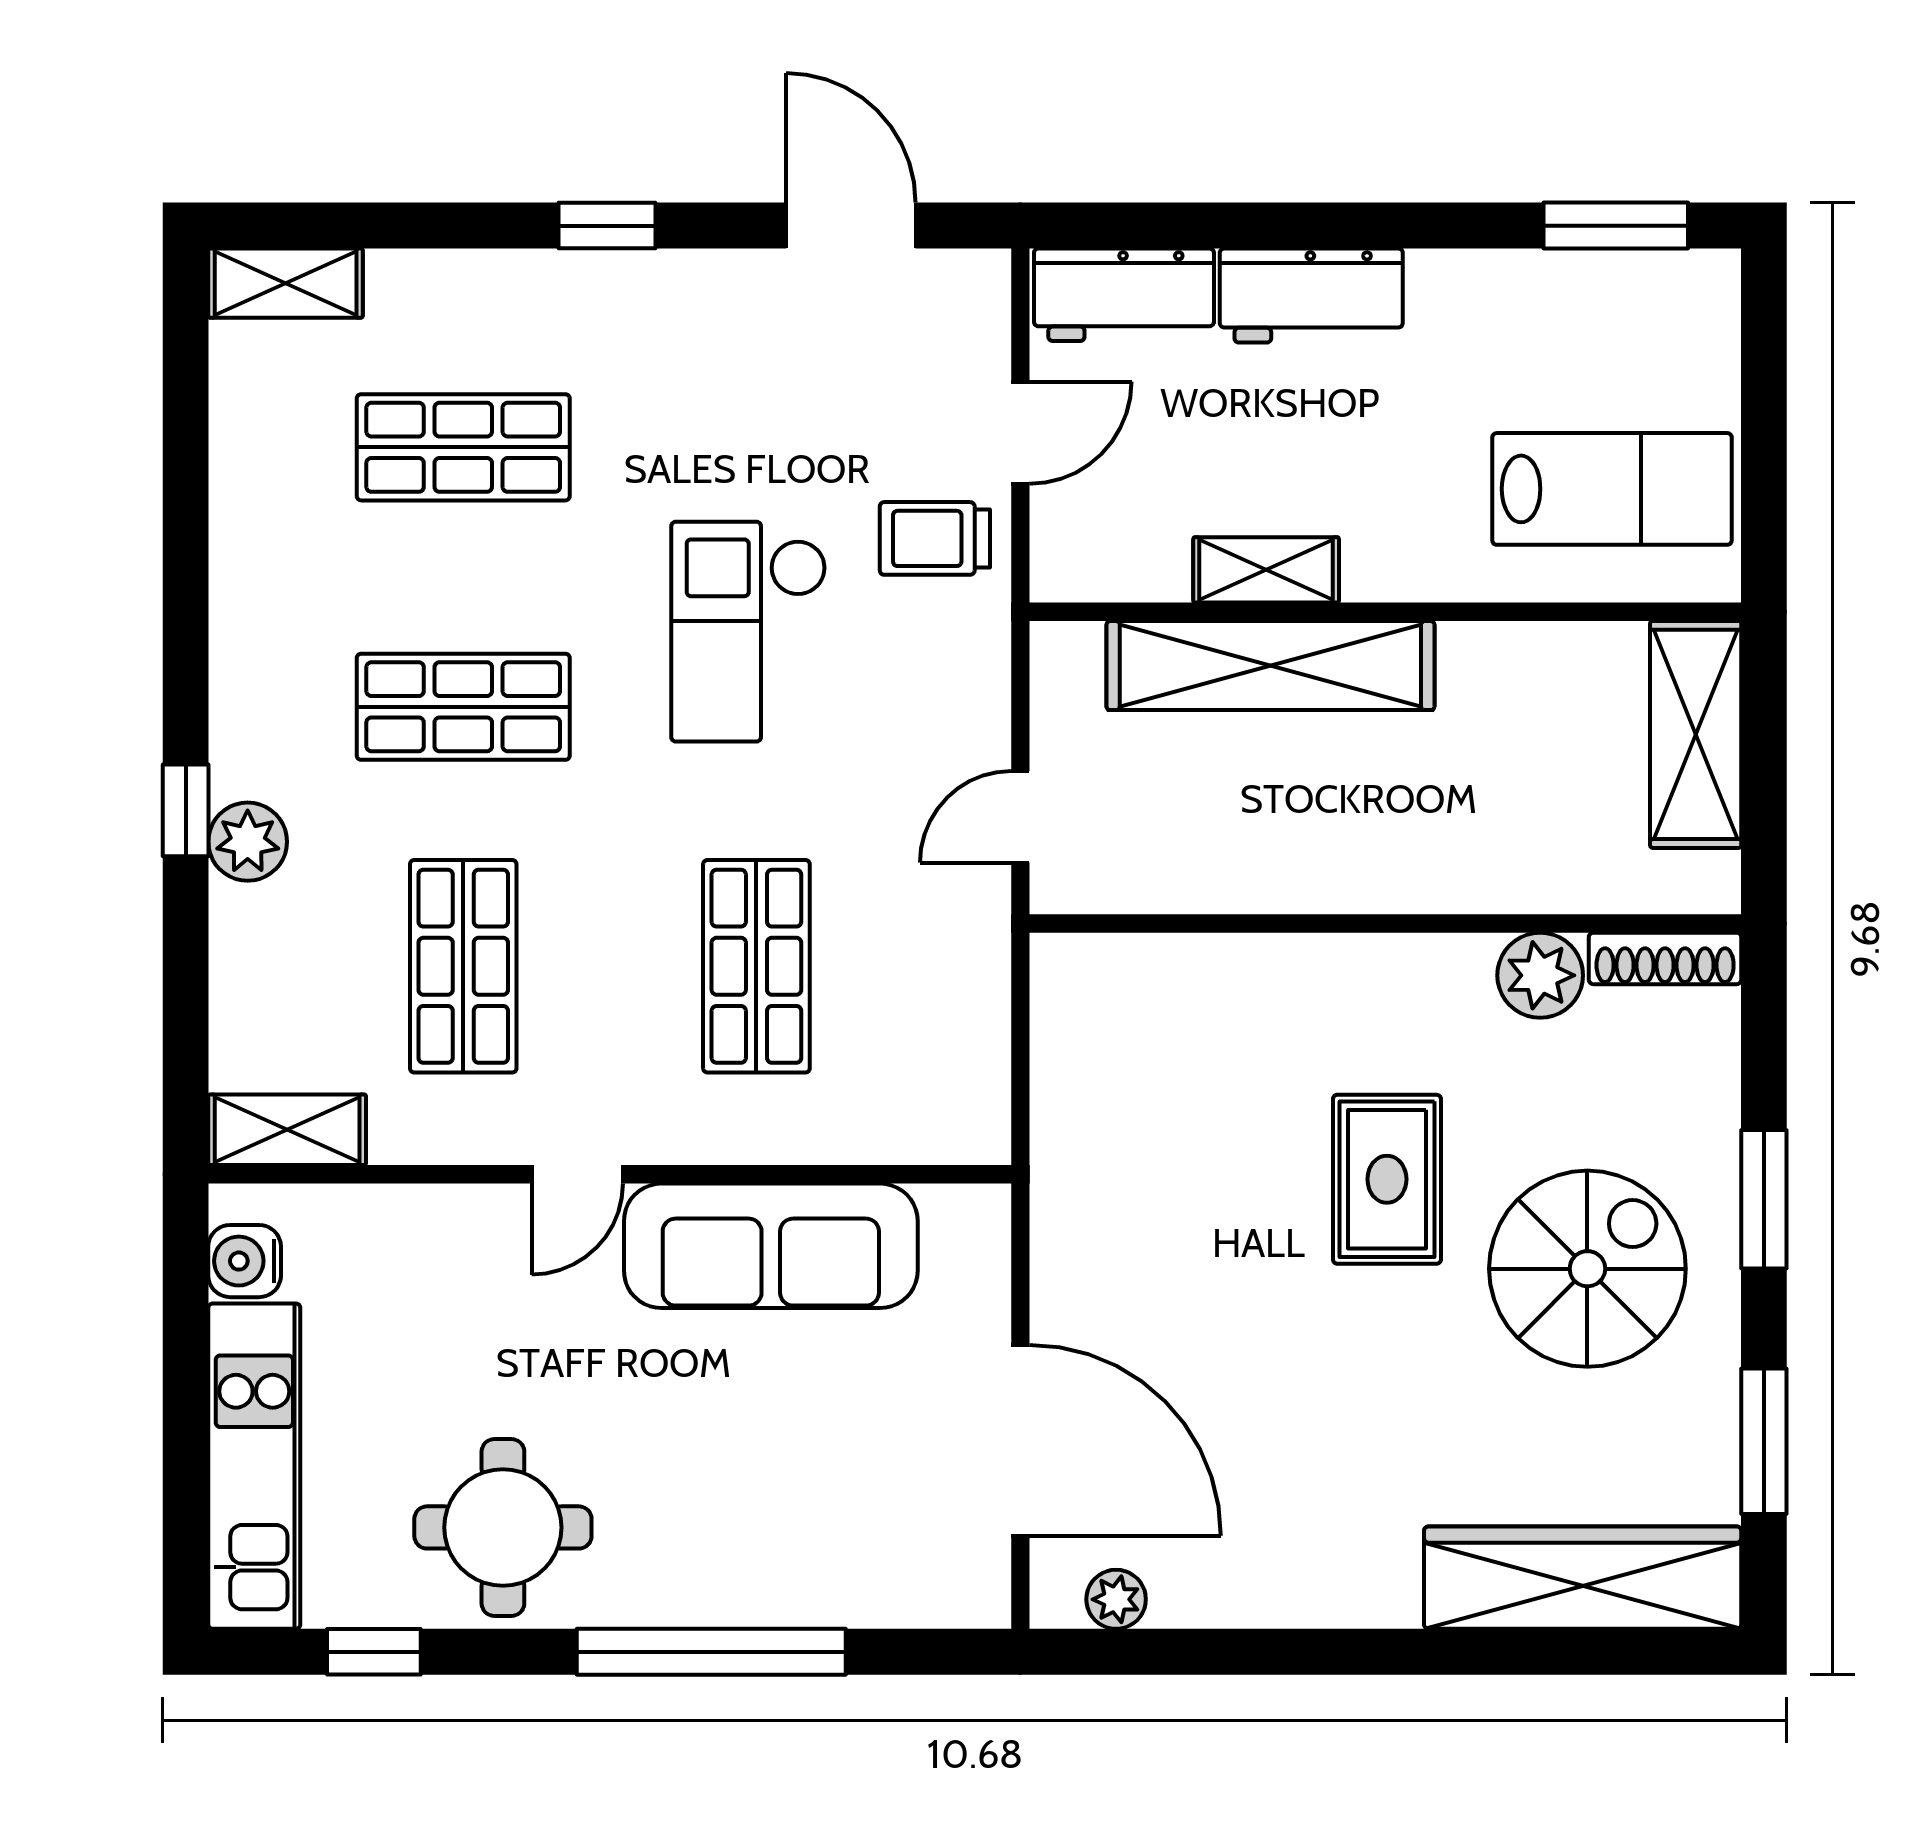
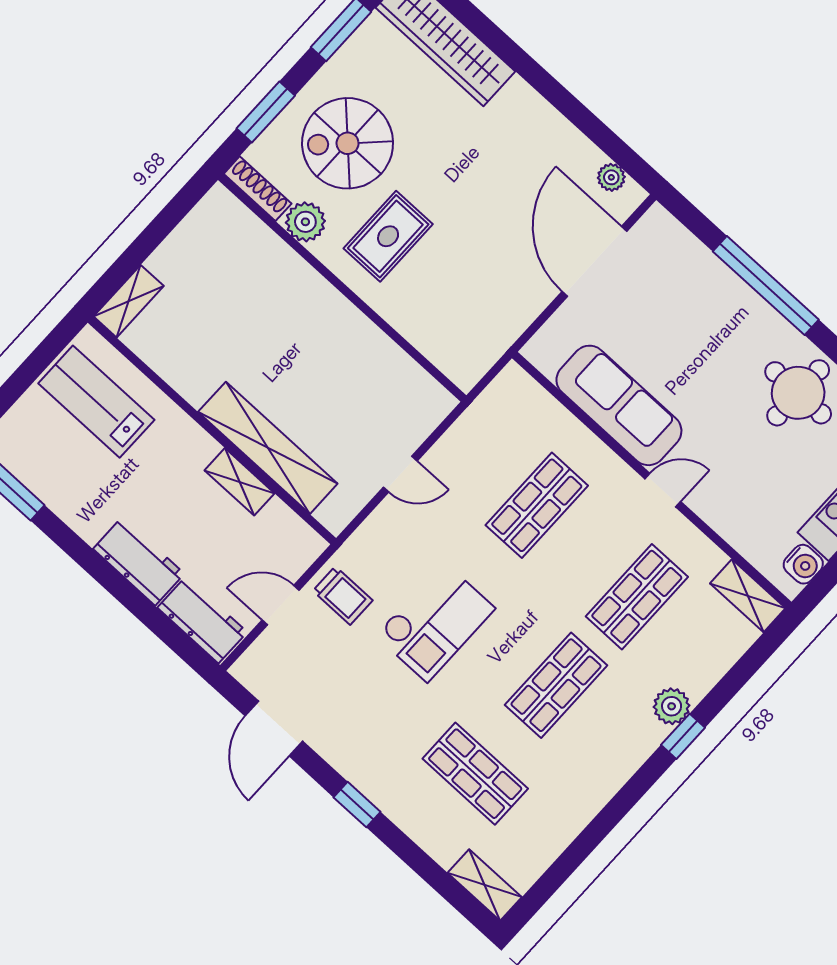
shop shelf: (463, 707) -> (556, 685), turned 90
shelving: (1696, 734) -> (129, 301), width x0.67, depth x0.75
wall: (1385, 923) -> (342, 288), moved
shoe rack: (1665, 958) -> (258, 189), moved
plant: (1540, 975) -> (305, 222), moved

